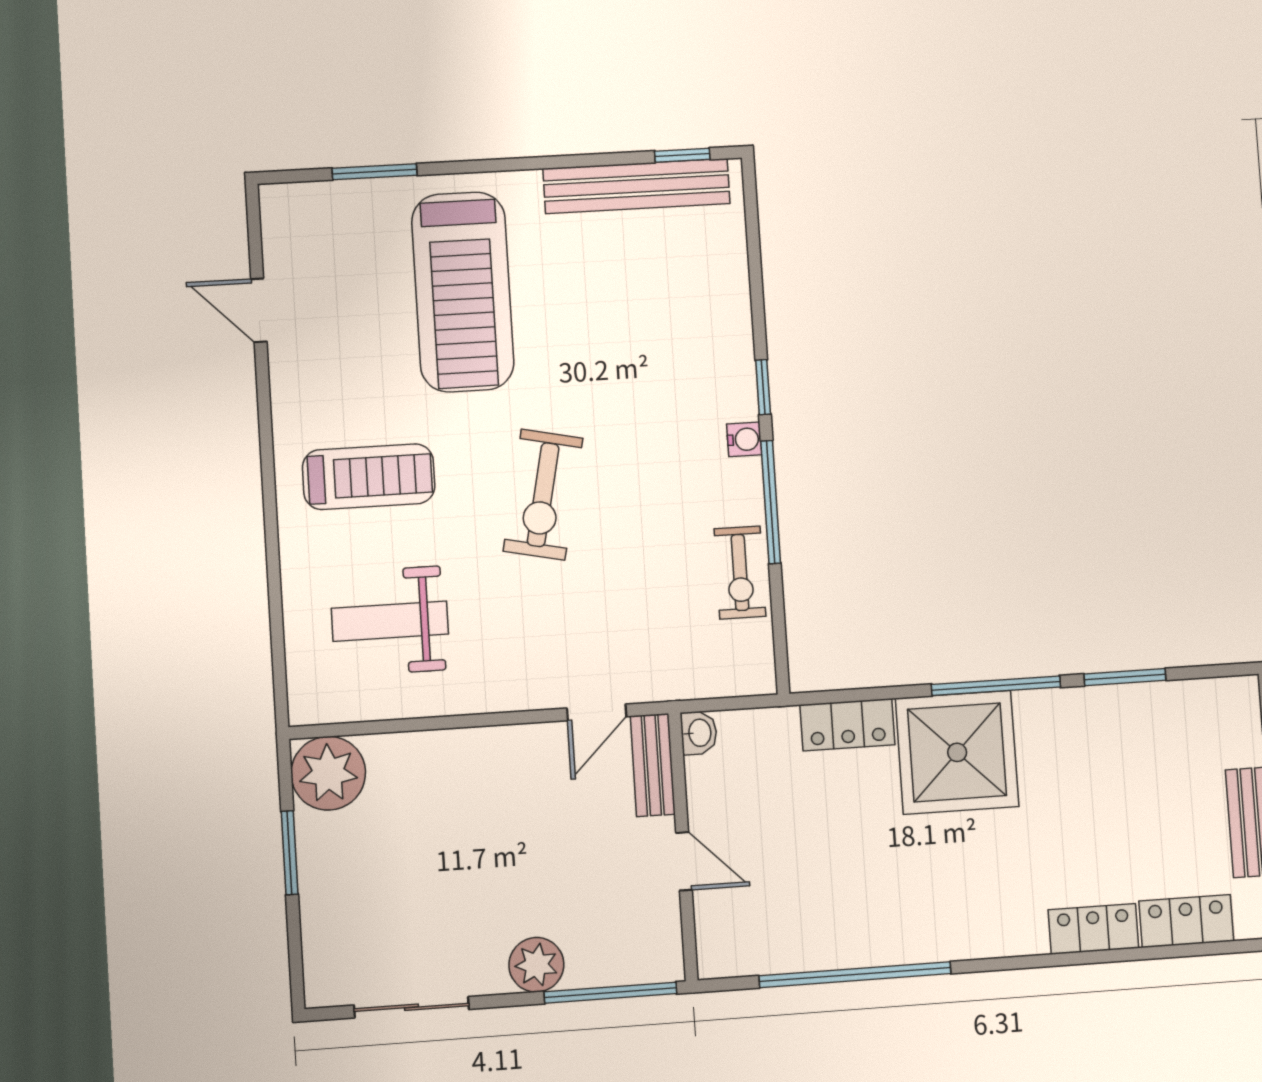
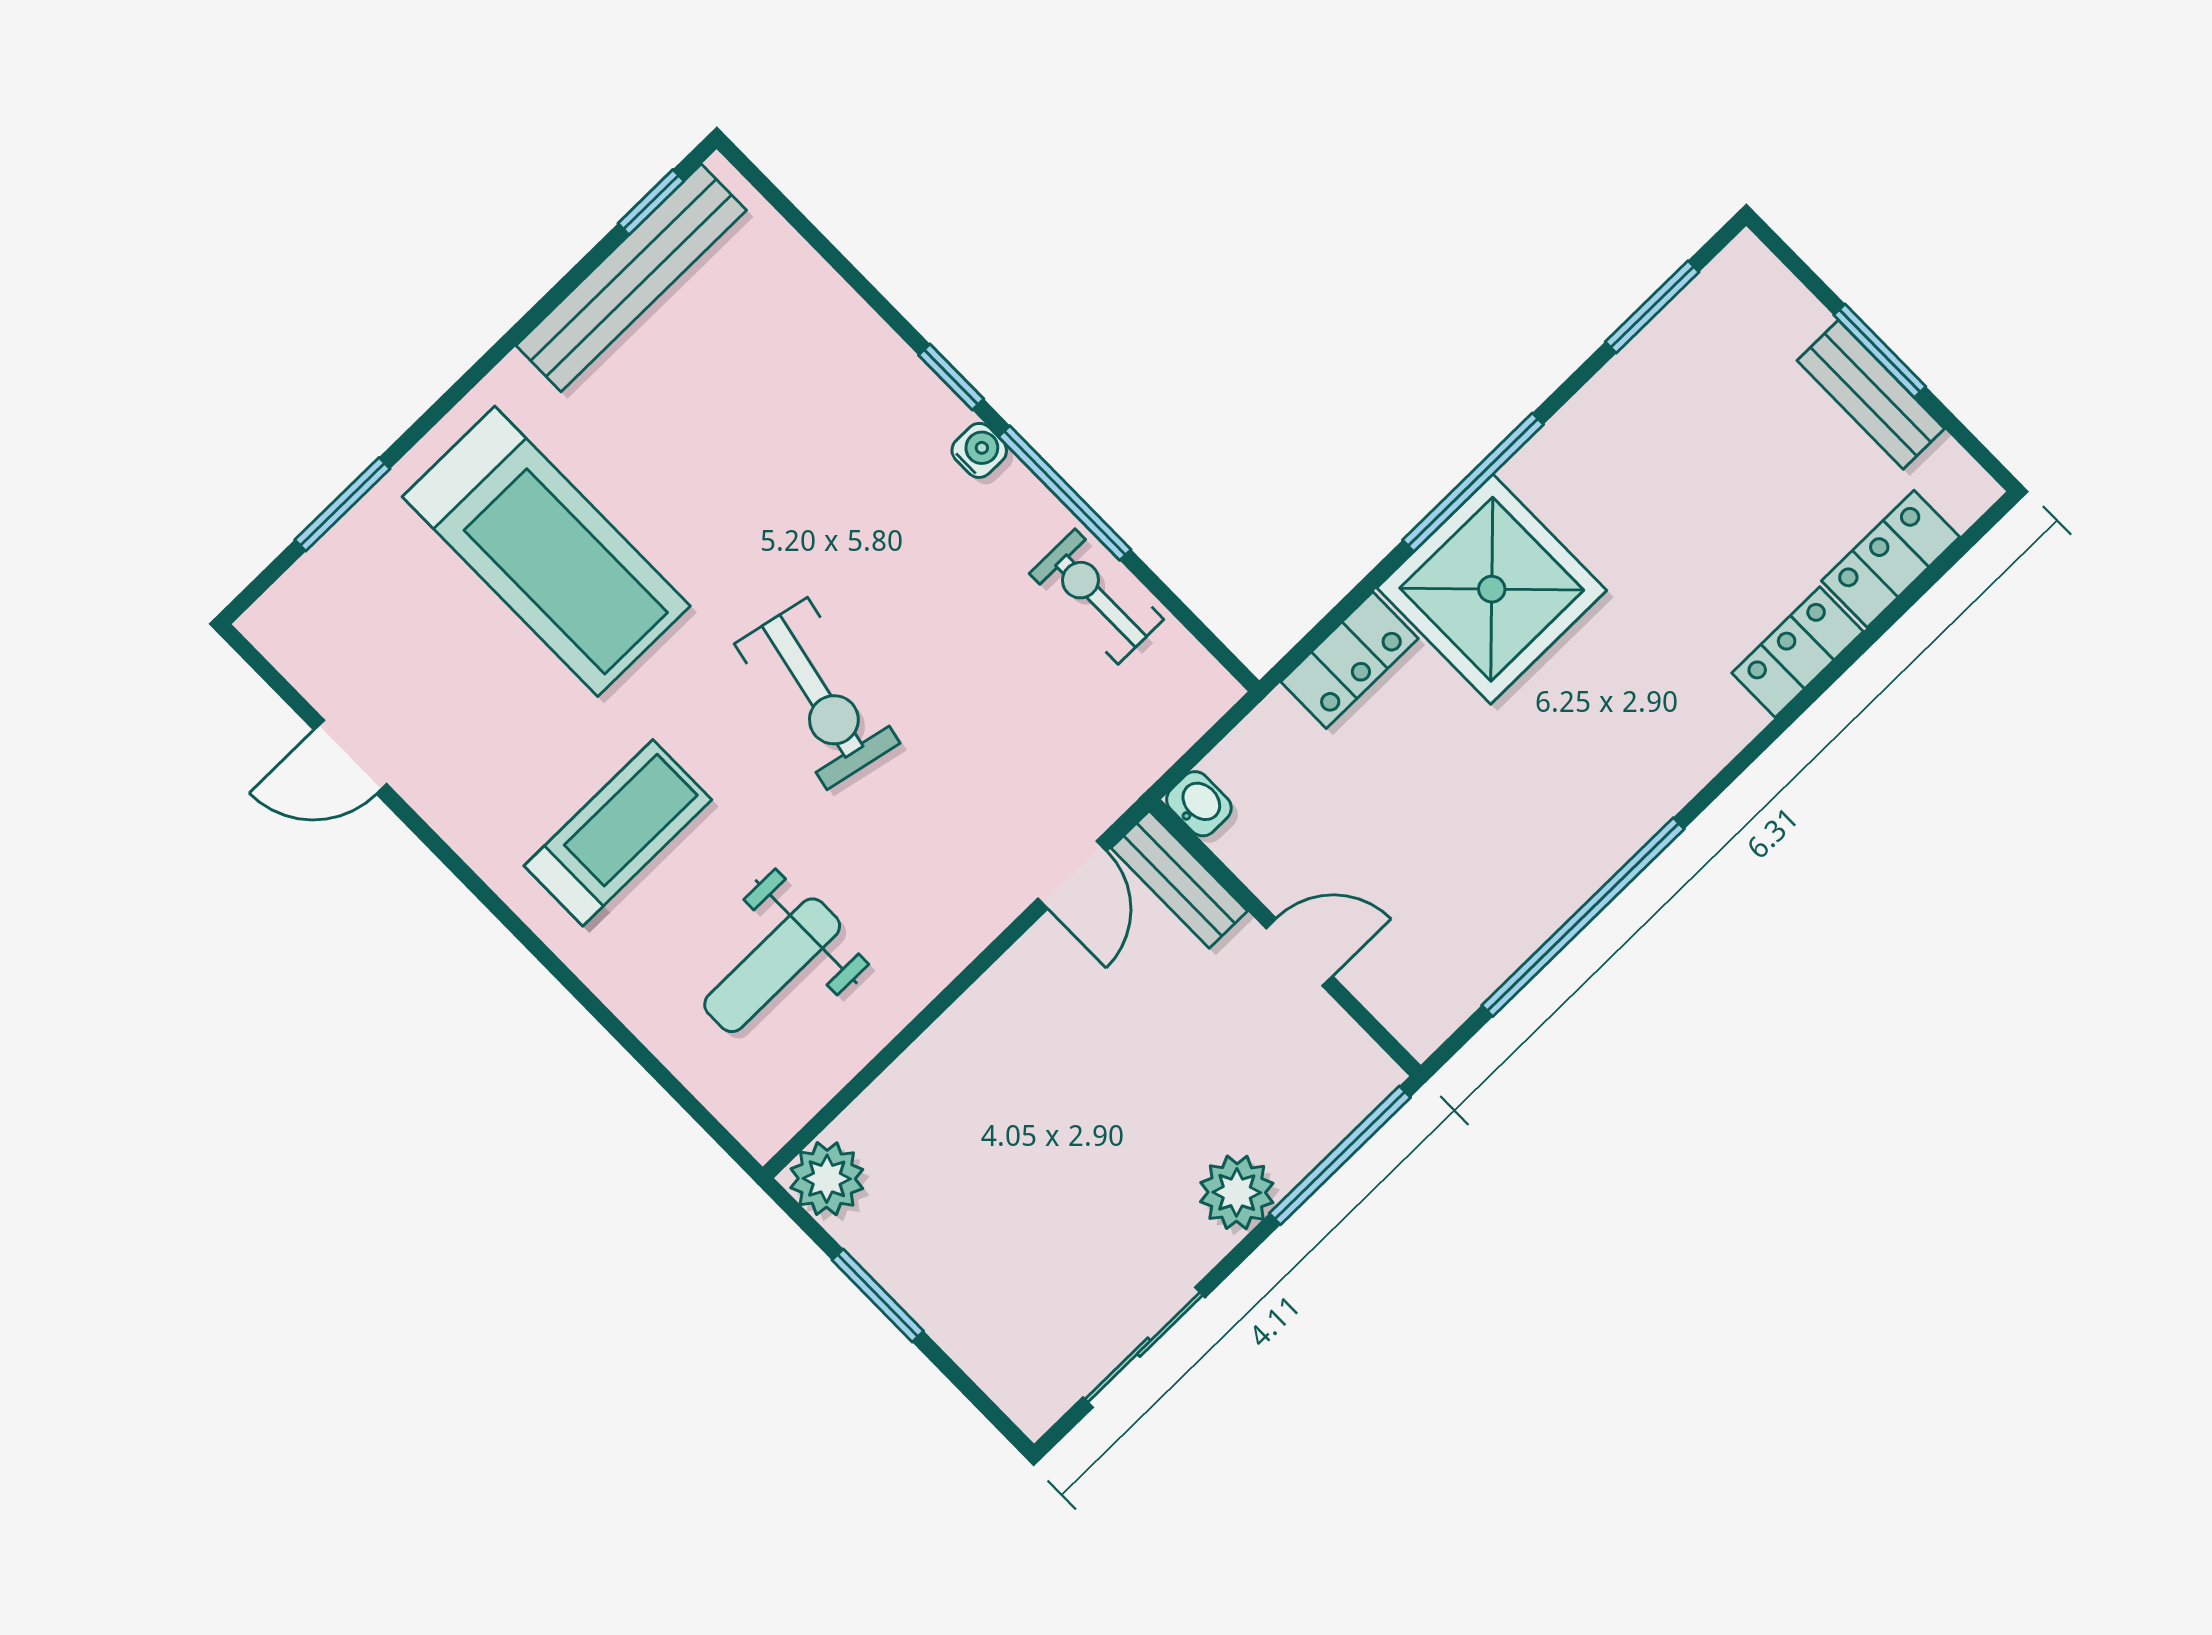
exercise bike: (740, 572) -> (1097, 596), turned 180
window: (1125, 677) -> (1652, 307), moved
plant: (328, 773) -> (827, 1179), width x0.73, depth x0.73

